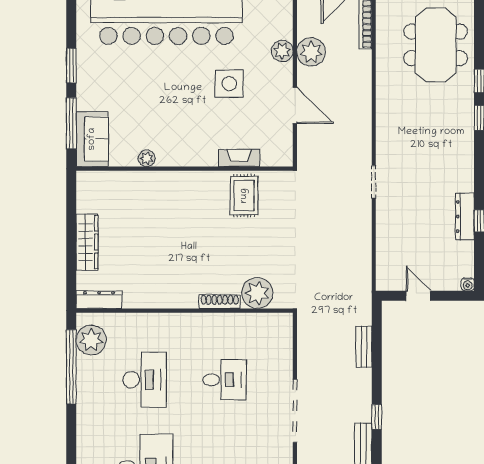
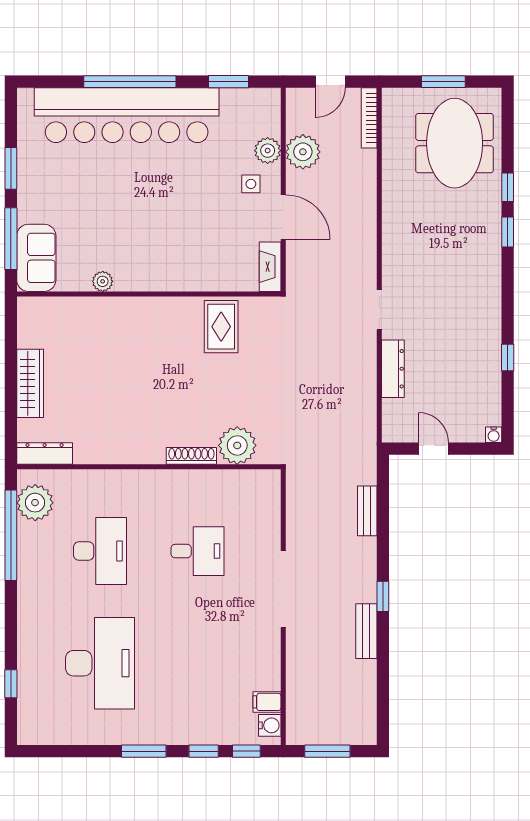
side table: (229, 84) -> (251, 184), moved, width x0.54, depth x0.54
fireplace: (239, 158) -> (270, 267), moved, turned -90
dresser: (465, 217) -> (393, 369), moved, turned 180

